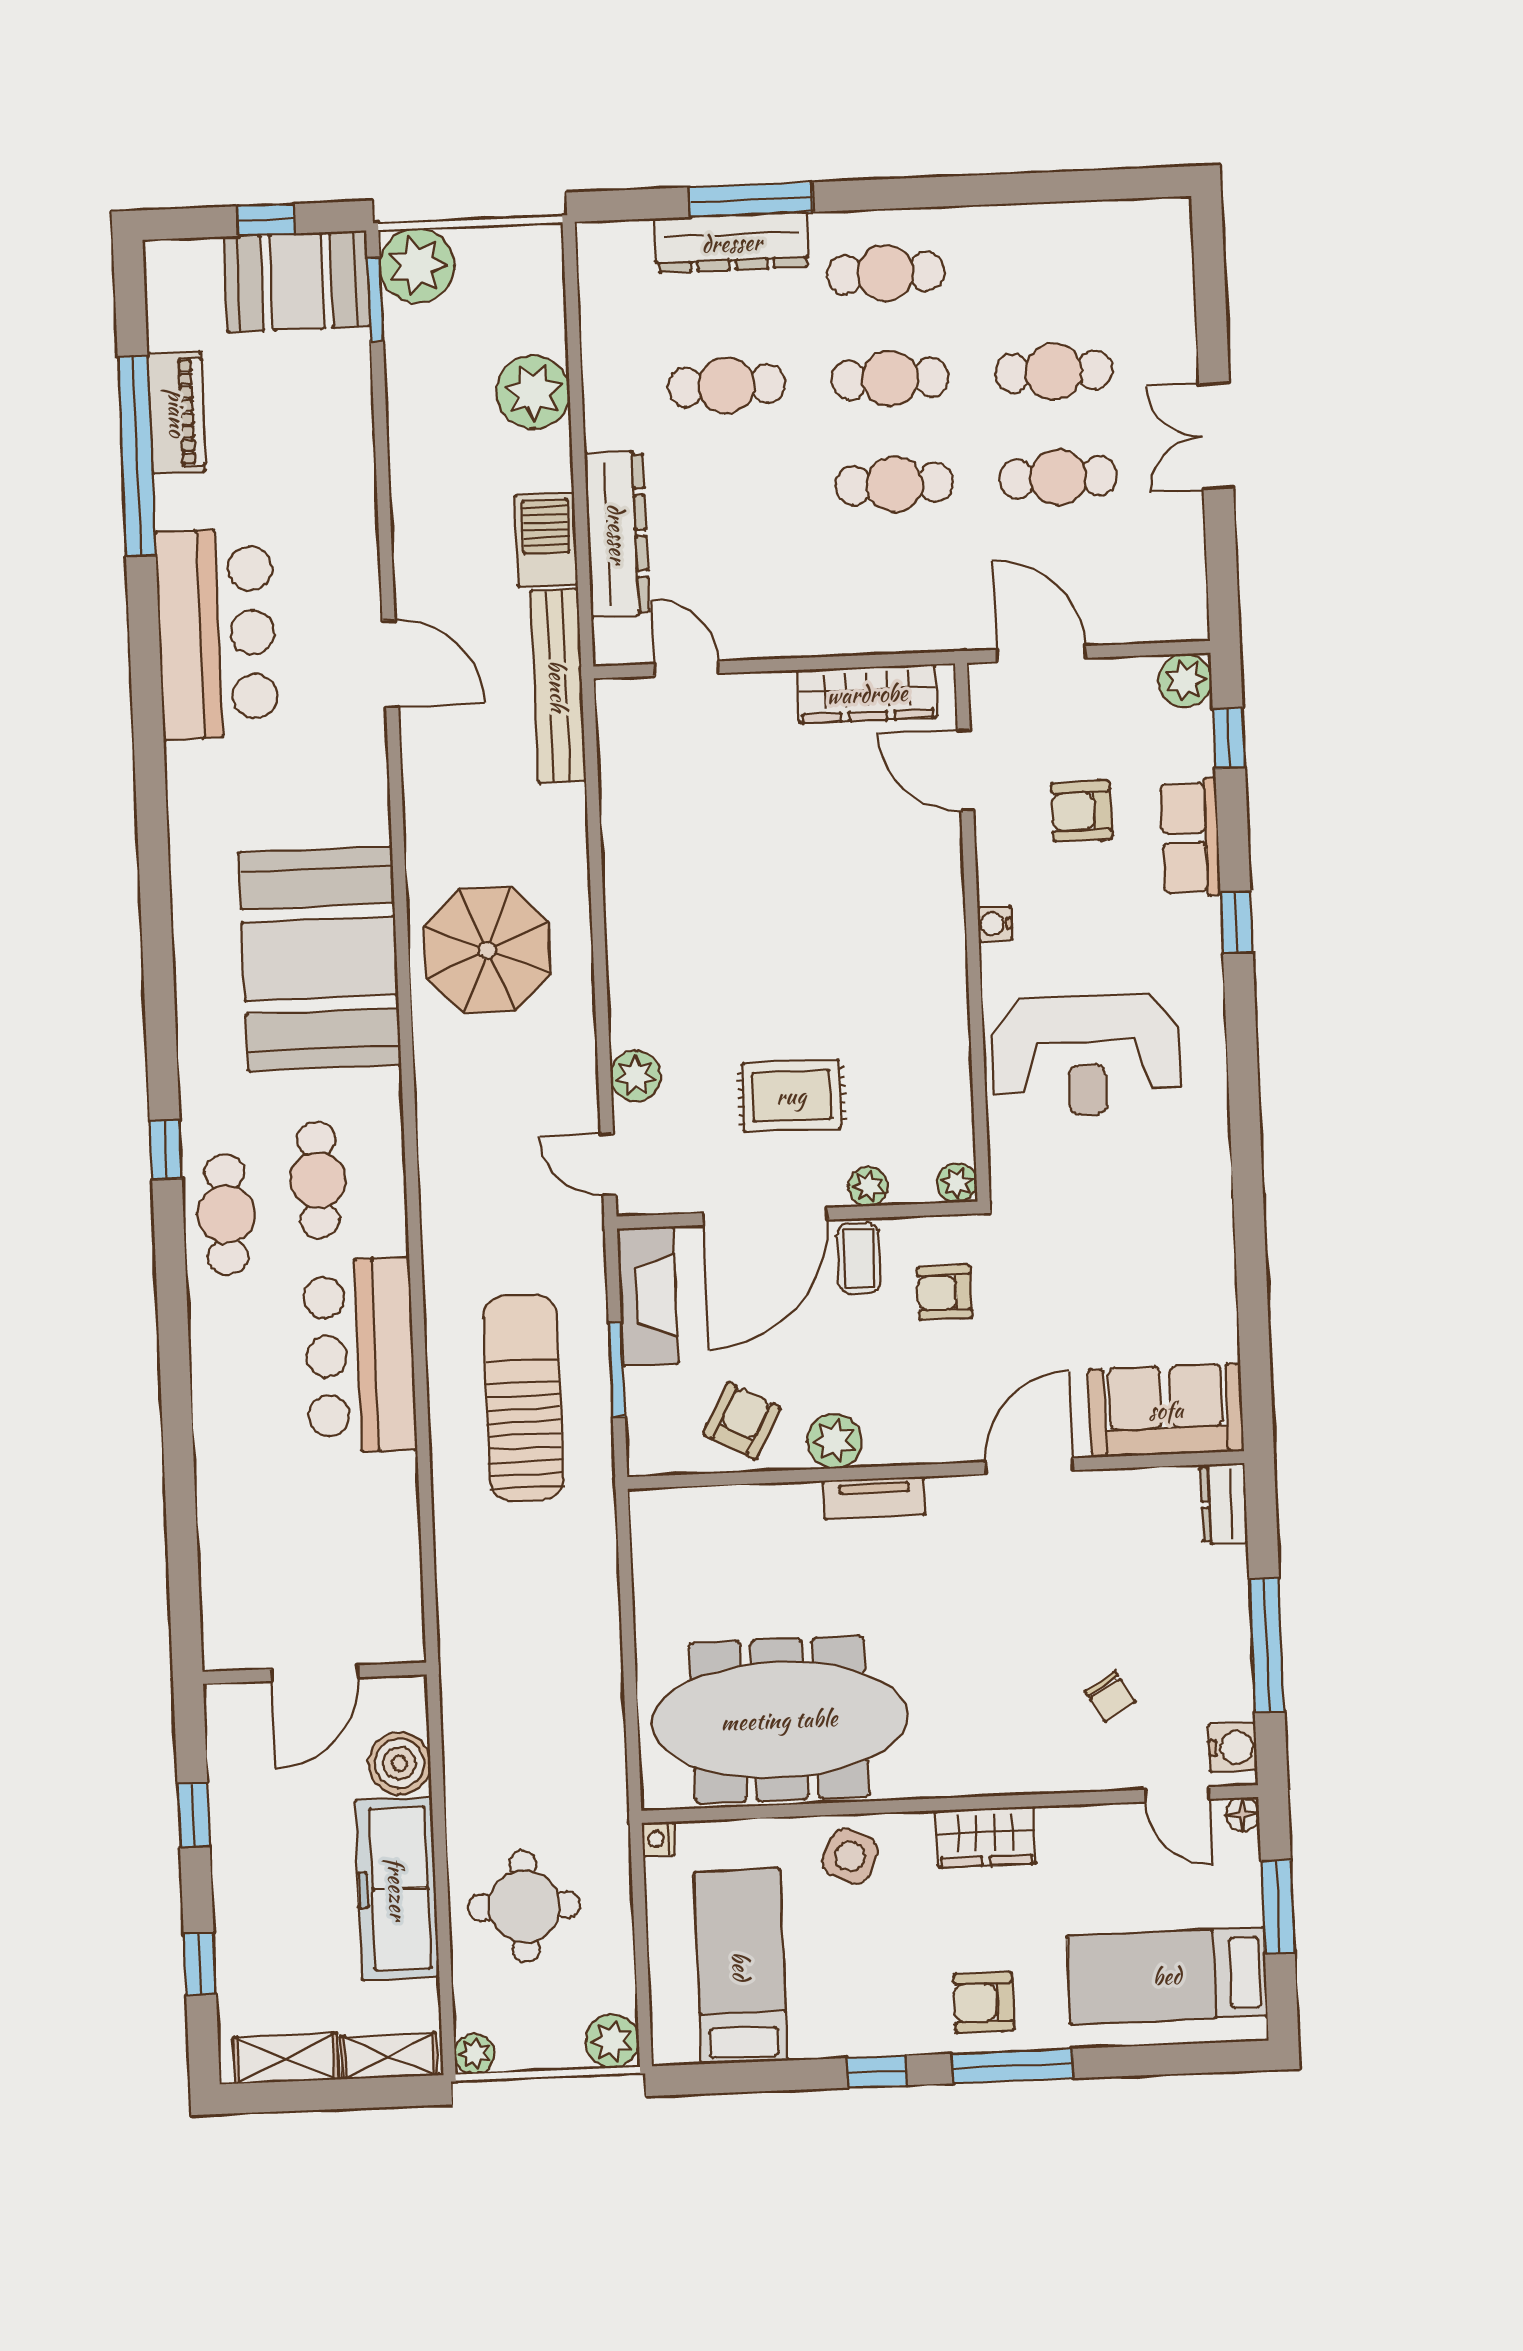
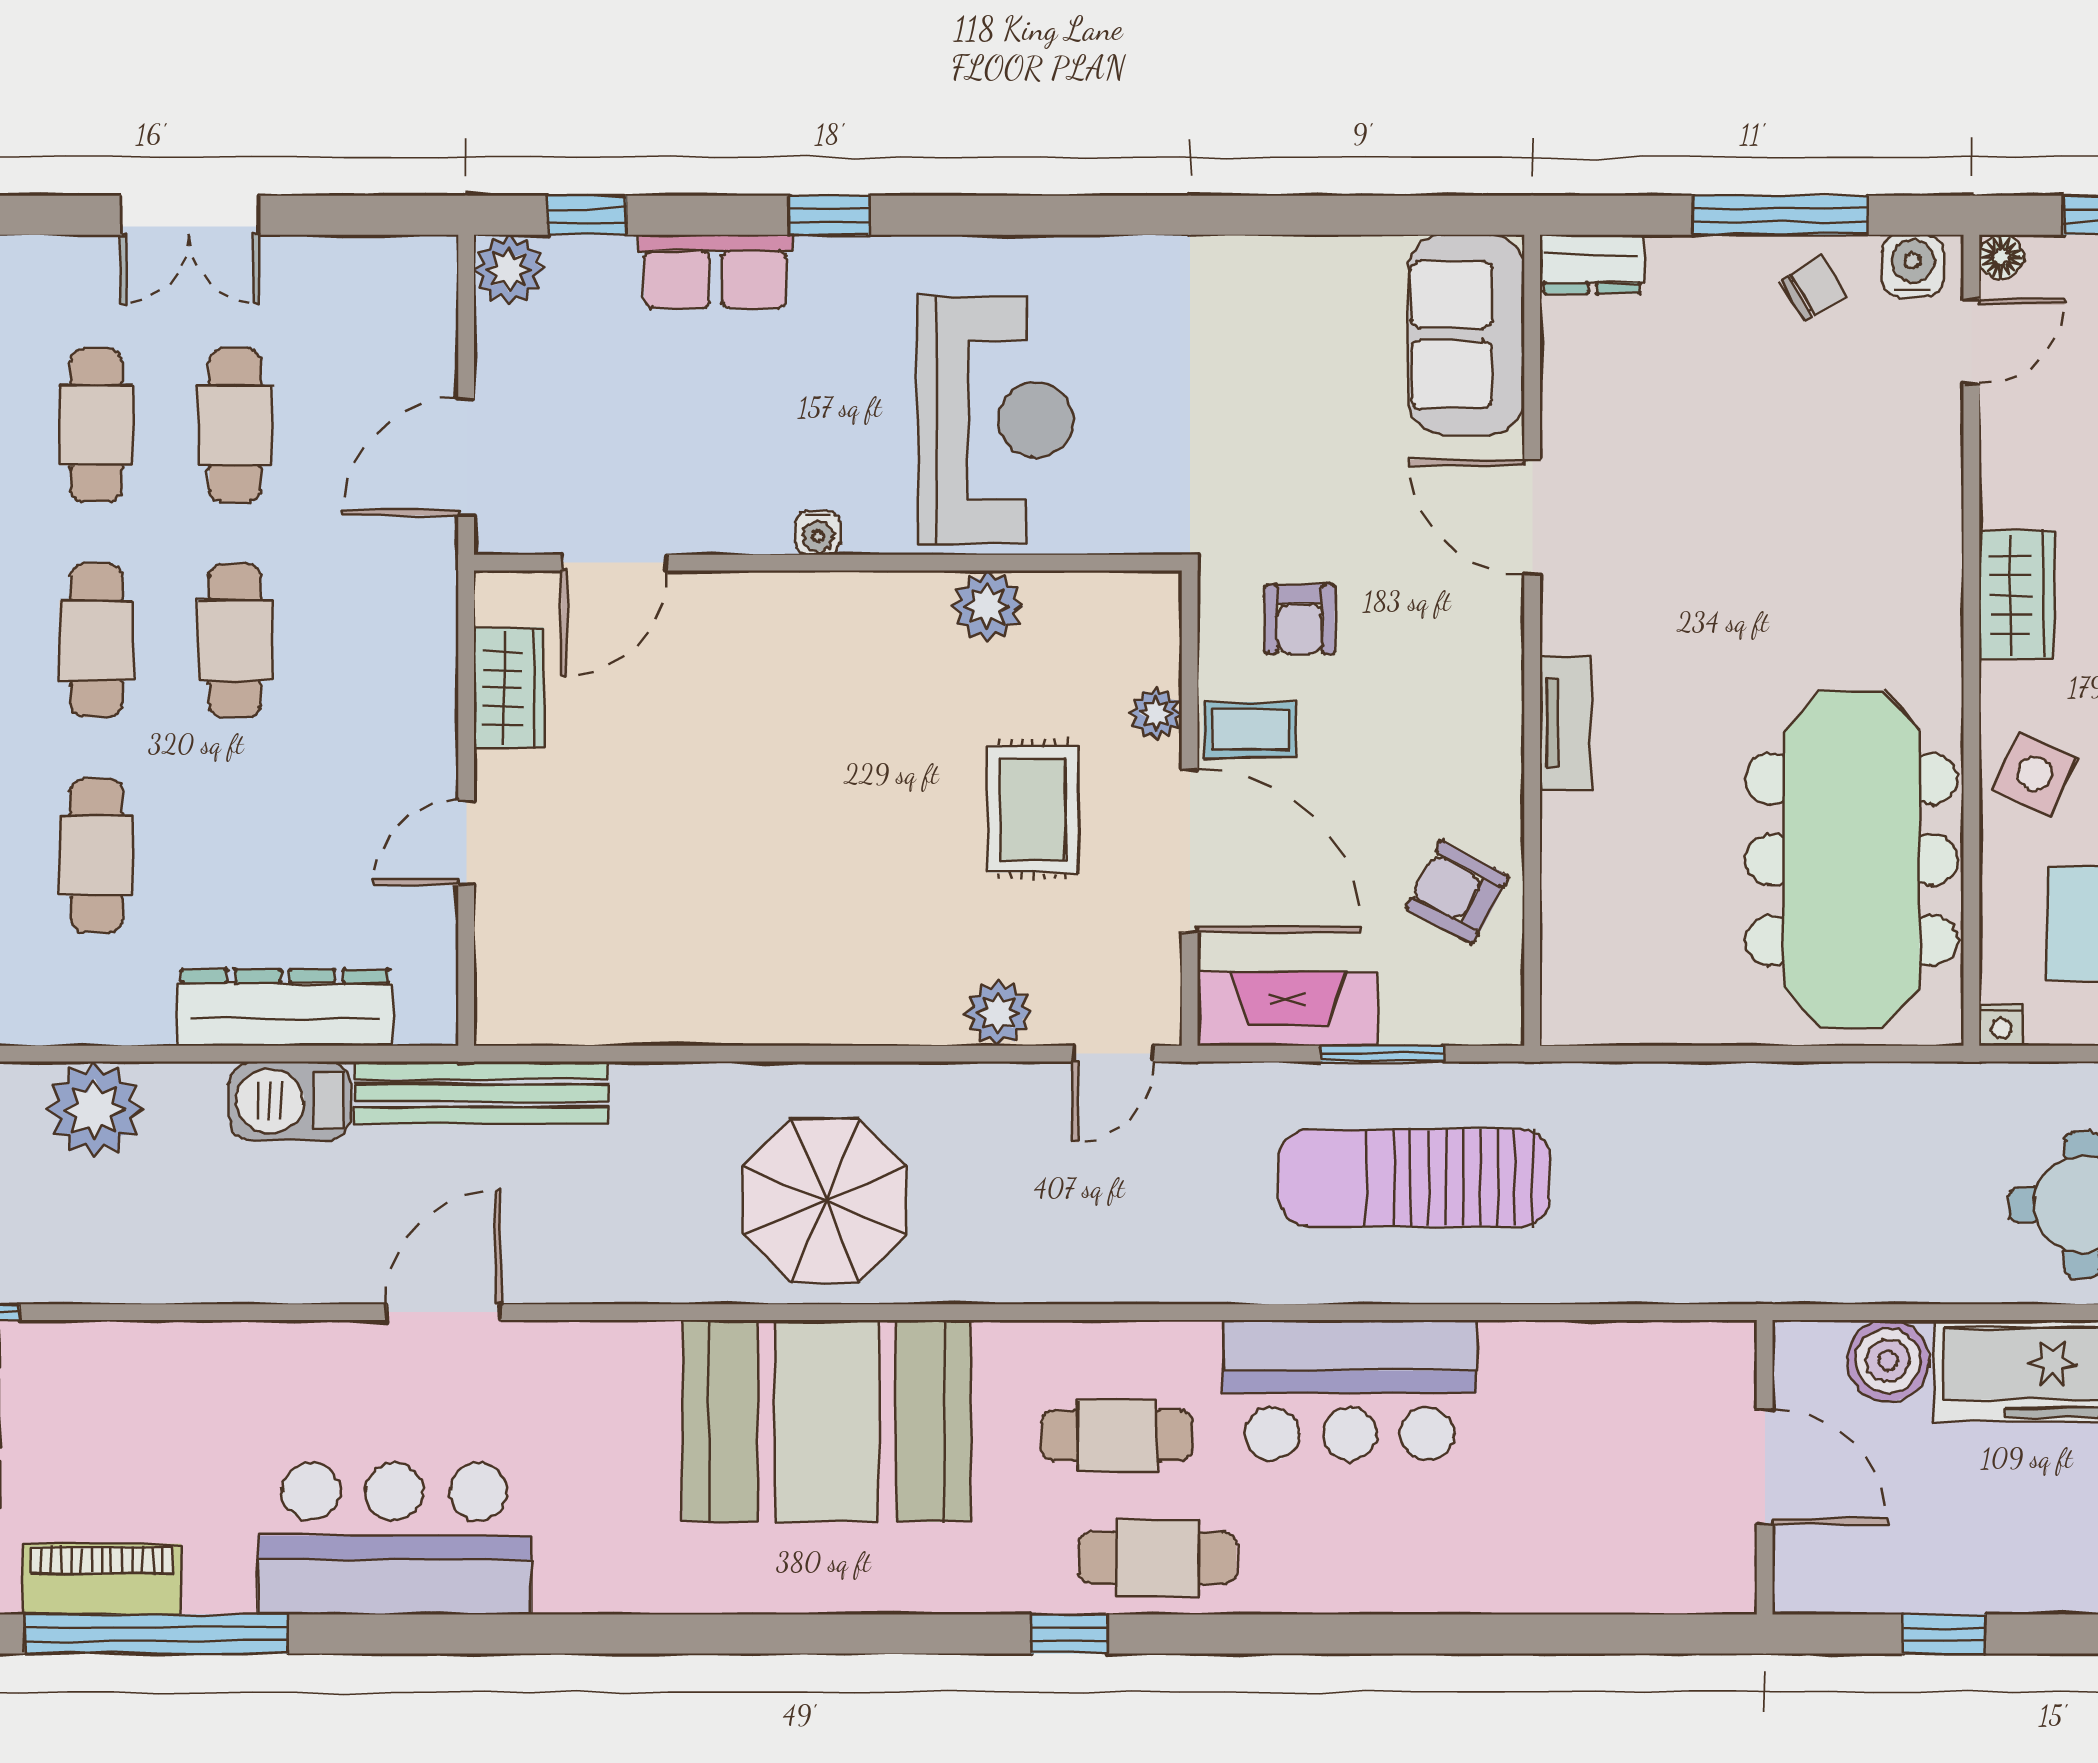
door: (687, 669) -> (466, 843), moved
wardrobe: (867, 694) -> (509, 688), width x0.67
armchair: (1082, 811) -> (675, 413), removed
plant: (957, 1183) -> (987, 606), moved, width x1.38, depth x1.38
plant: (835, 1441) -> (1488, 772), removed
chair: (1110, 1697) -> (1814, 288), moved

